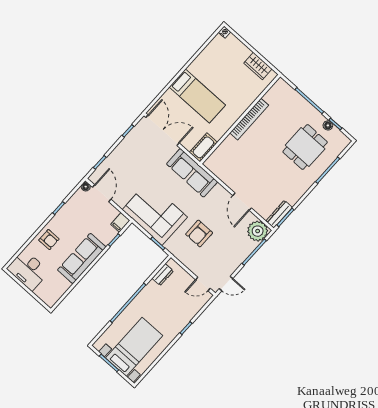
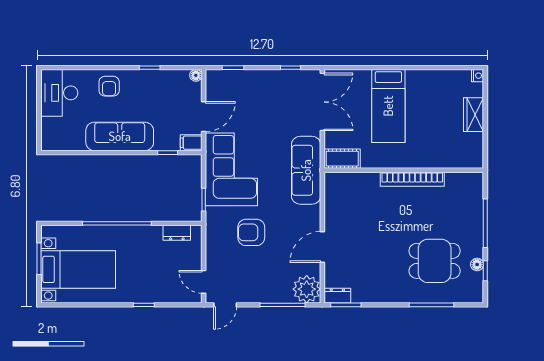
wardrobe: (258, 66) -> (474, 115), moved
door: (102, 193) -> (204, 117), moved
dresser: (279, 214) -> (337, 296), width x0.70
door: (226, 284) -> (225, 305), hinge flipped

